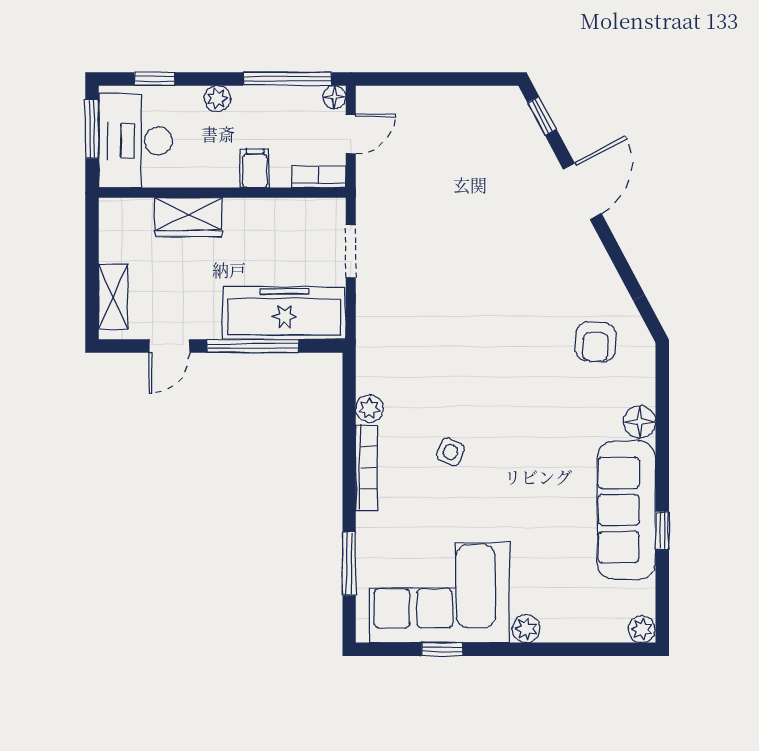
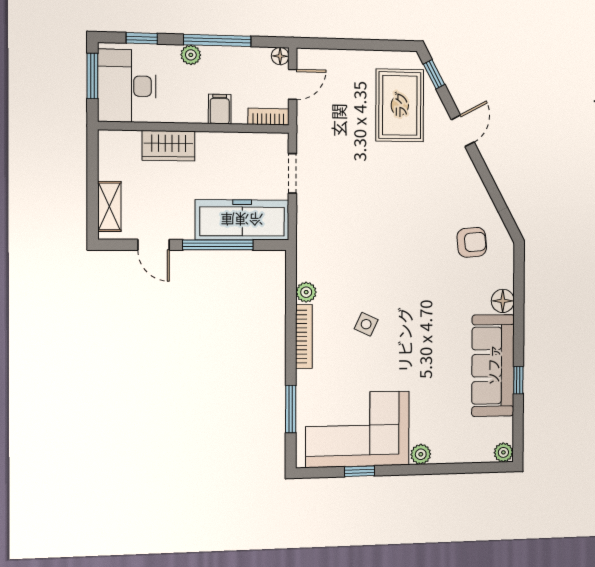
window: (287, 79) -> (217, 40), moved
rug: (495, 159) -> (400, 105), added
door: (582, 191) -> (463, 131), width x0.73
armchair: (596, 342) -> (472, 242), turned -98
door: (169, 346) -> (154, 245), hinge flipped

